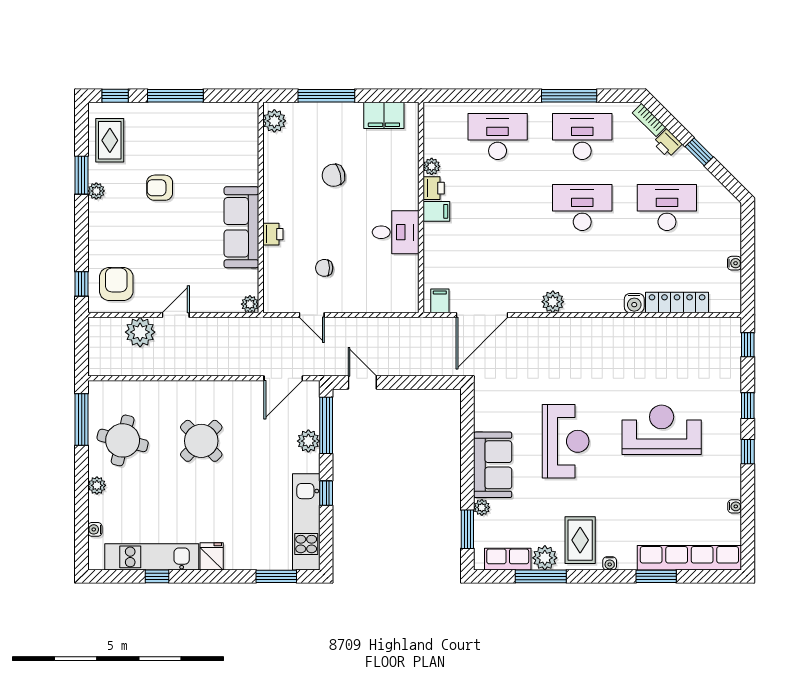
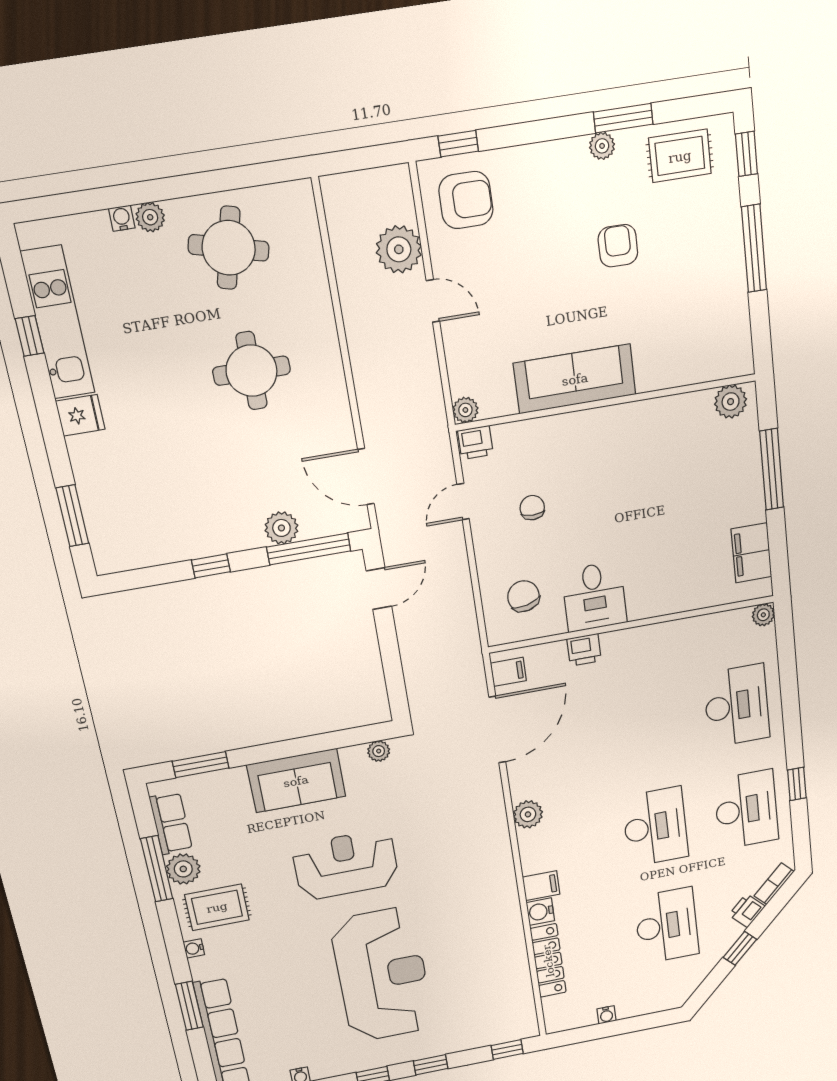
window: (569, 96) -> (797, 784), width x0.46
plant: (432, 166) -> (763, 615), moved
chair: (334, 175) -> (523, 596), moved
printer: (434, 188) -> (584, 650), moved
filing cabinet: (436, 211) -> (541, 886), moved, turned -90
printer: (273, 234) -> (475, 443), moved
door: (482, 315) -> (497, 730), swing flipped
window: (82, 420) -> (248, 176), removed
reception desk: (662, 430) -> (382, 975), width x1.36, depth x1.30
round table: (201, 441) -> (252, 371), turned 45
reception desk: (566, 441) -> (346, 865), turned 180
plant: (482, 507) -> (379, 751), moved
kitchen unit: (306, 522) -> (163, 545), removed
water cooler: (95, 529) -> (122, 218), moved

